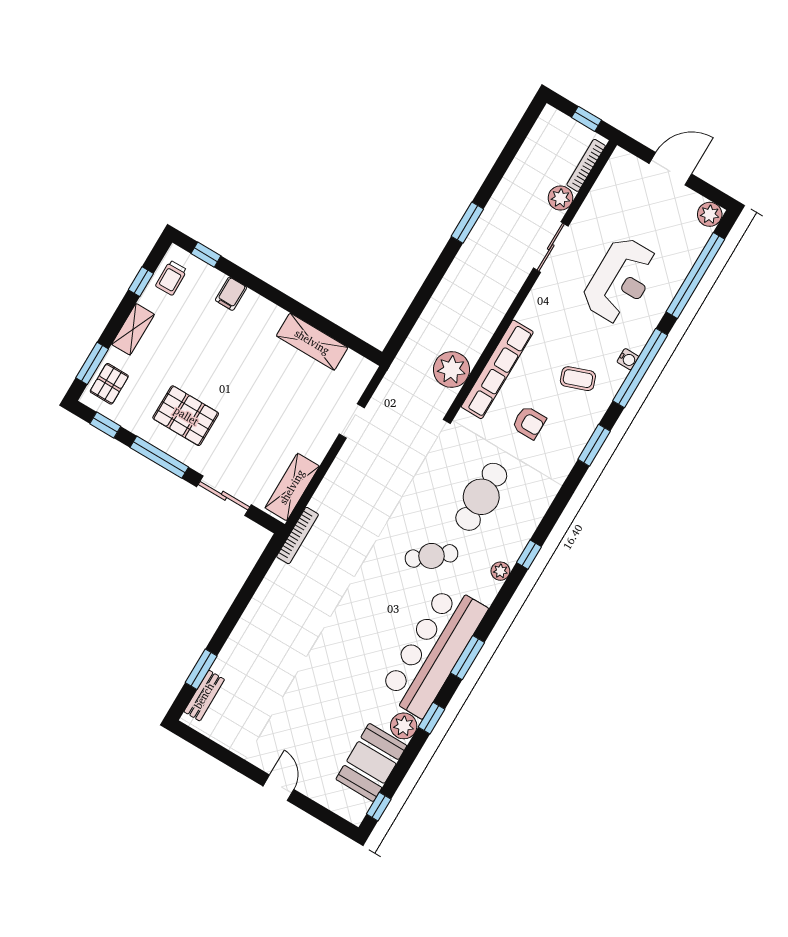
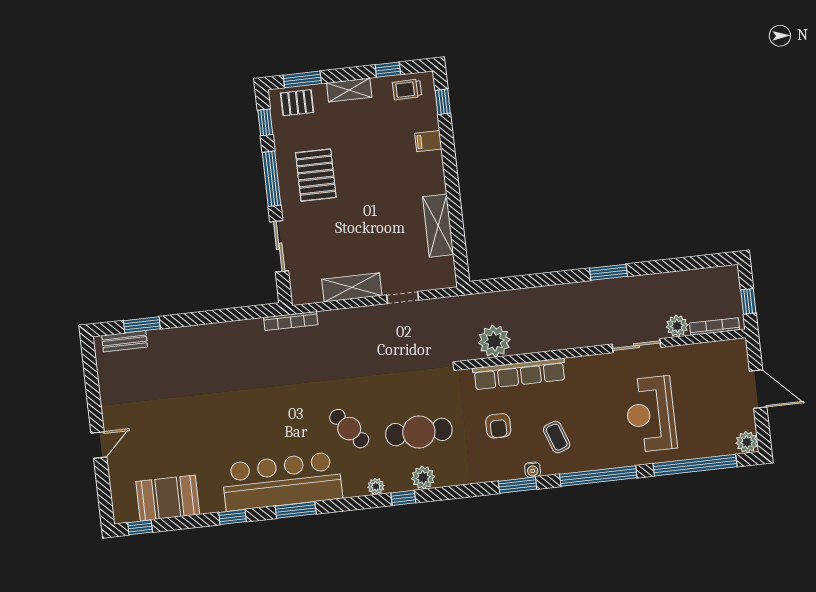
reception desk: (621, 280) -> (651, 414), turned 90
water cooler: (628, 359) -> (533, 470), moved
shelving: (292, 487) -> (352, 287), moved
plant: (404, 726) -> (423, 478), moved

